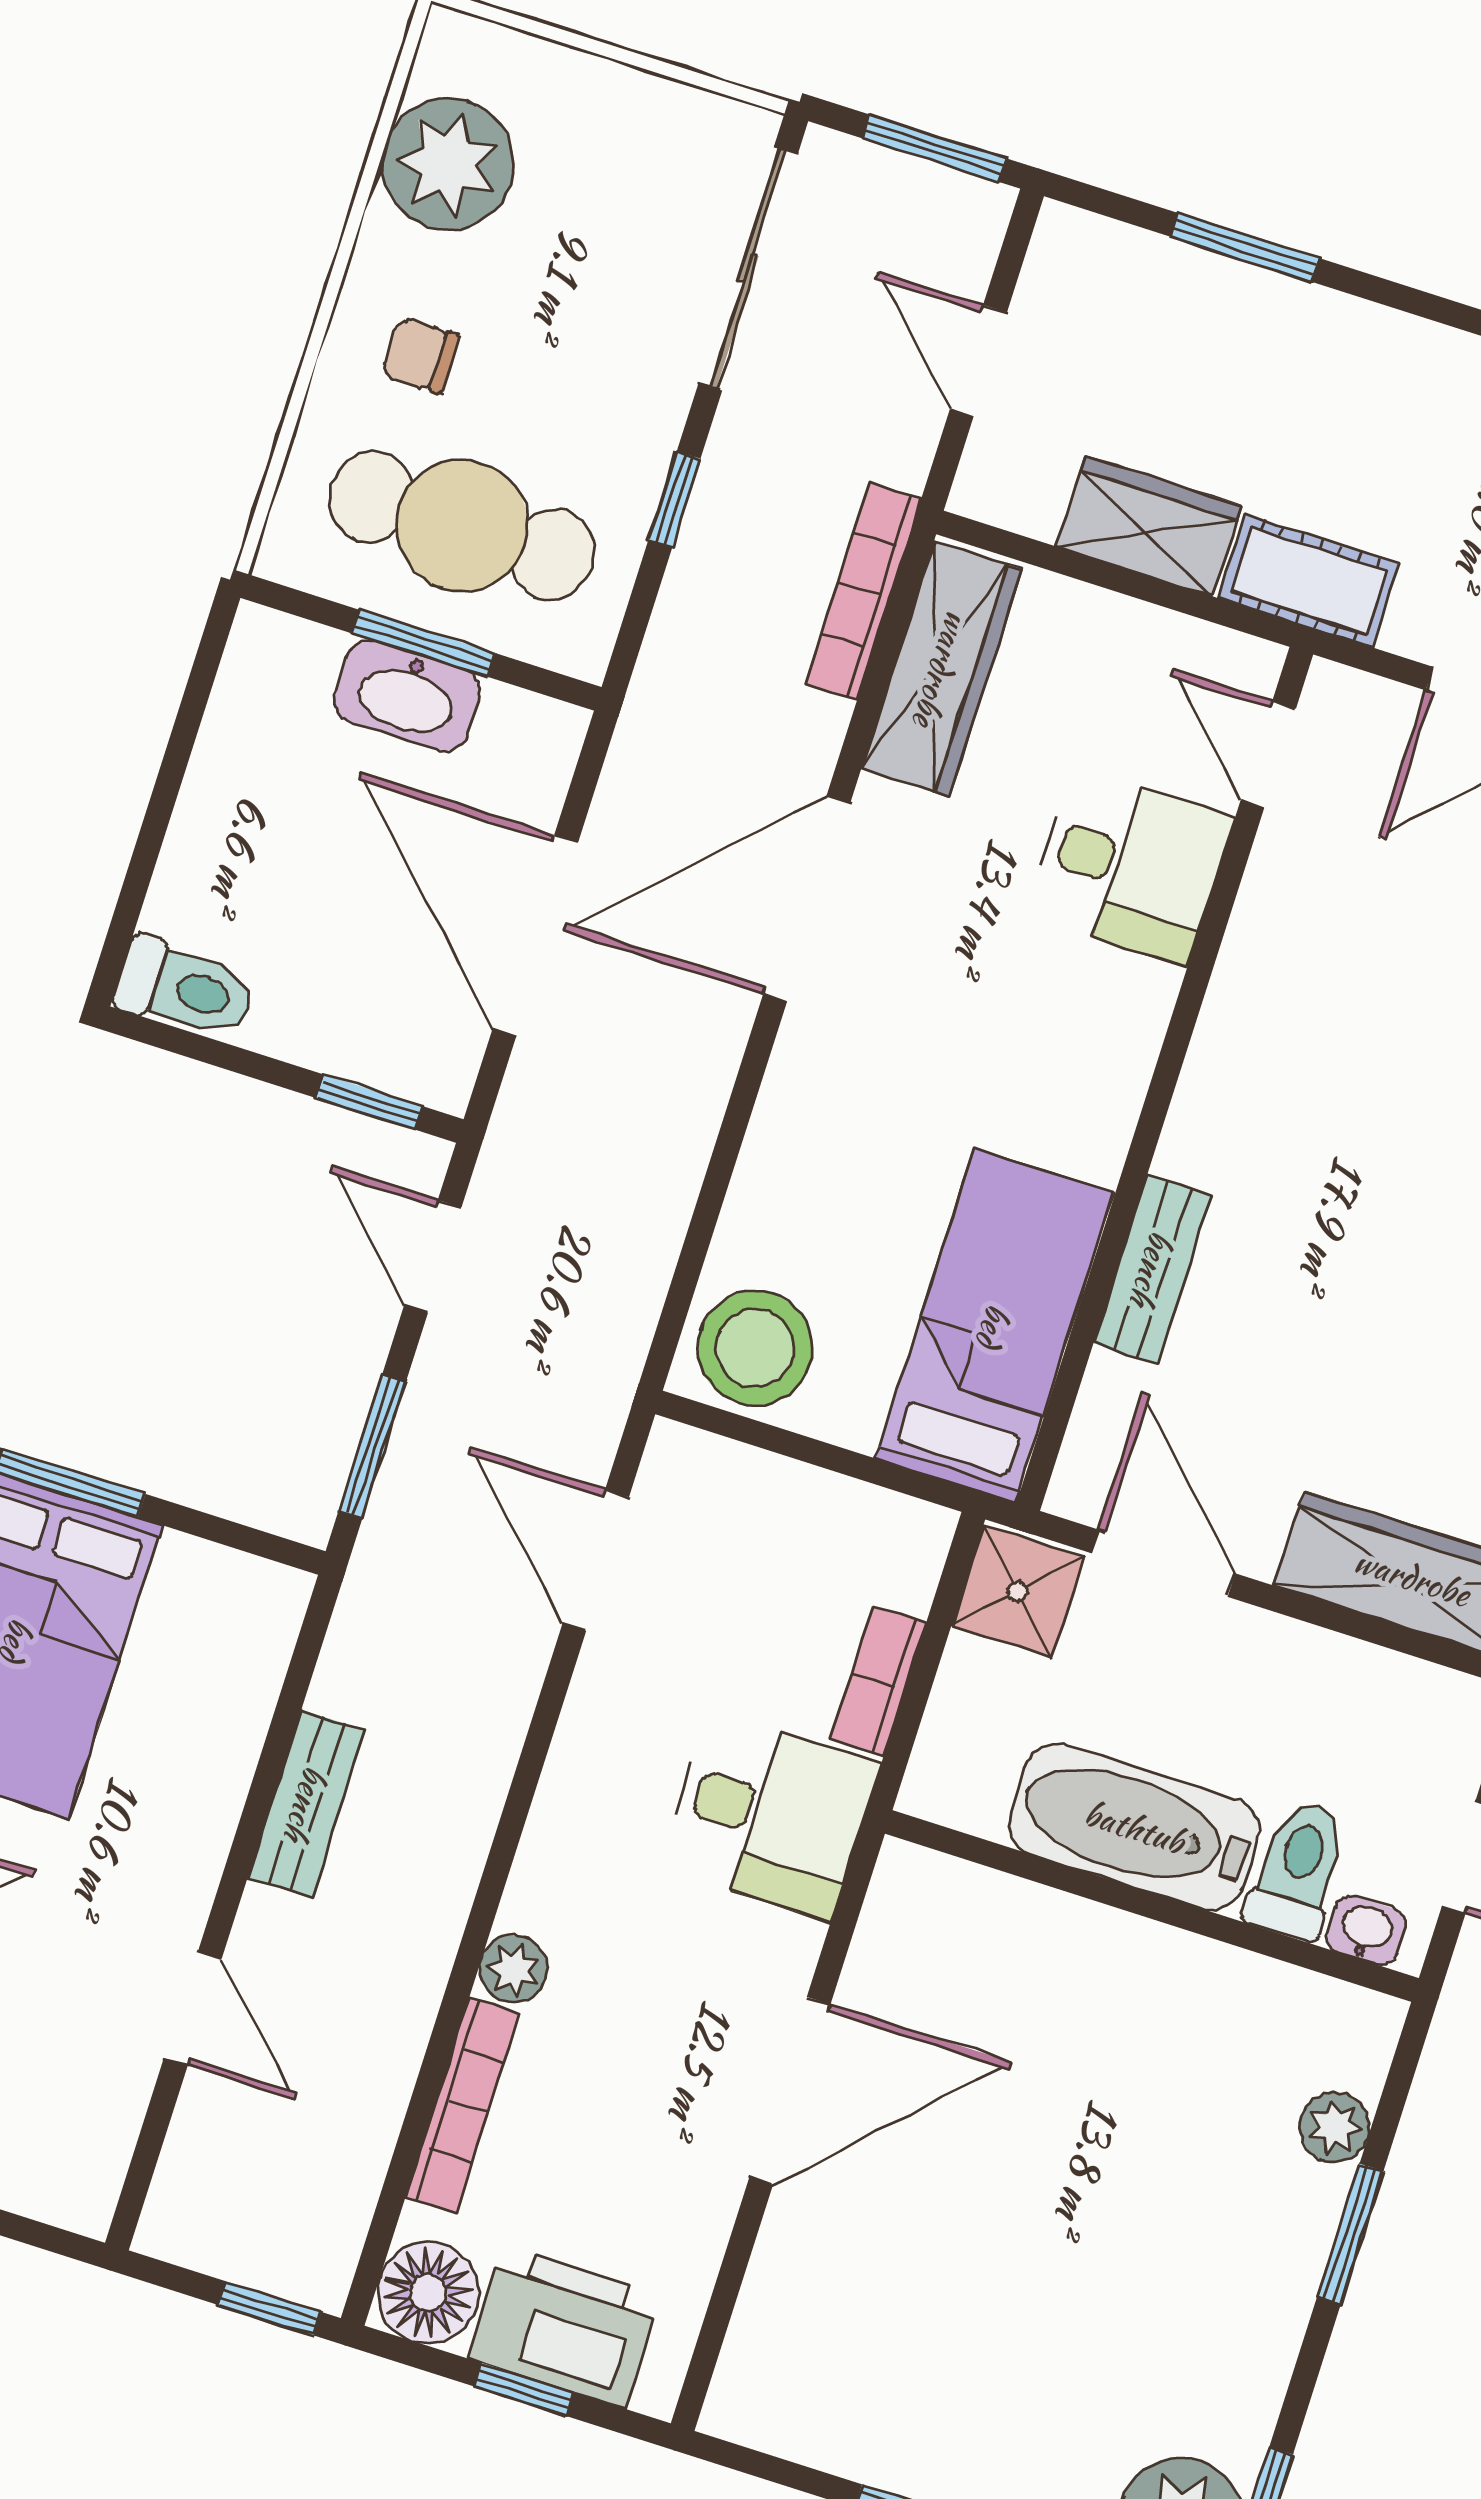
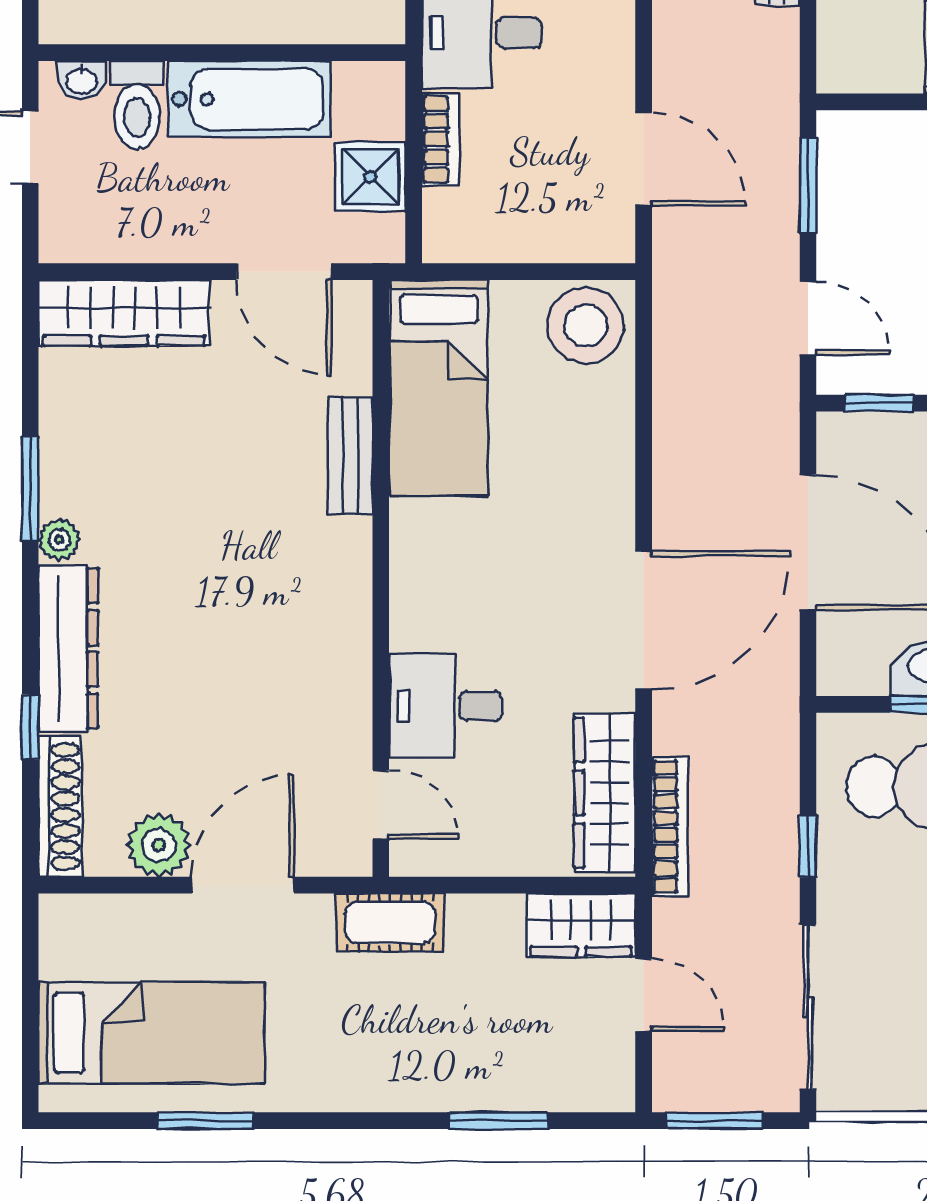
wardrobe: (1149, 526) -> (581, 925), moved
shower: (1018, 1592) -> (370, 177), moved

